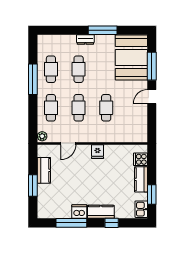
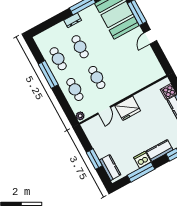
cafe table: (106, 108) -> (119, 65), removed
fridge: (98, 152) -> (128, 108), width x1.88, depth x1.34
kitchen counter: (44, 170) -> (110, 167), moved

